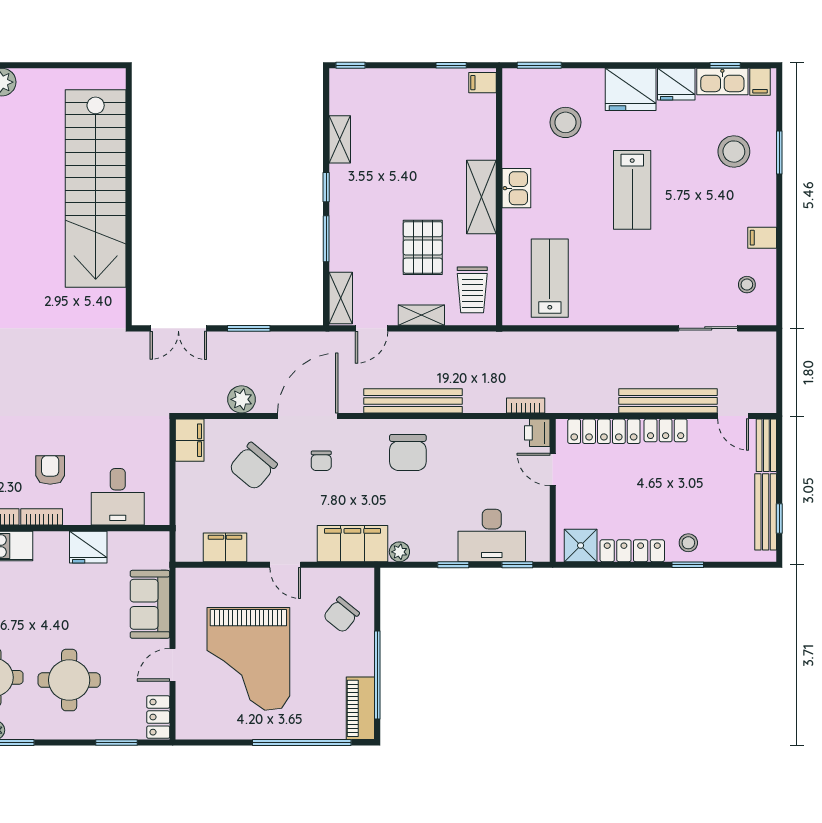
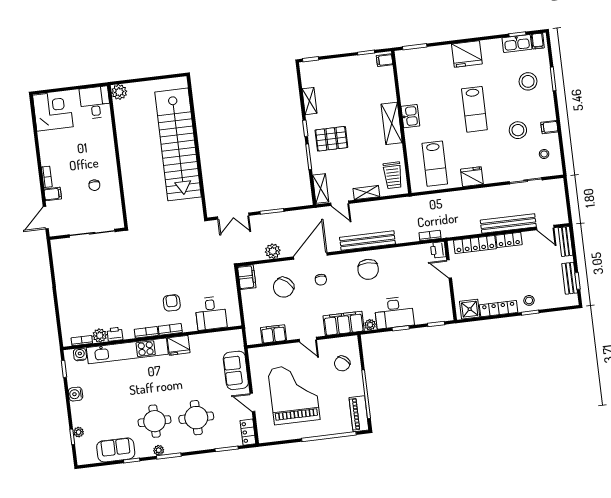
fridge: (676, 84) -> (472, 177), moved, turned 180
stool: (566, 122) -> (518, 130), moved
pallet: (423, 247) -> (331, 139), moved, turned 90
lab bench: (550, 278) -> (435, 164), turned 180
door: (372, 328) -> (340, 203), hinge flipped
bench: (766, 512) -> (570, 278), width x0.73
desk: (492, 535) -> (394, 313), moved
fridge: (88, 547) -> (179, 345), moved
grand piano: (248, 659) -> (294, 394), turned 180
door: (173, 665) -> (252, 402), hinge flipped

